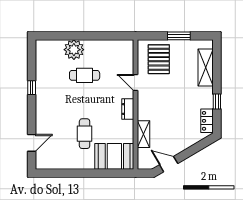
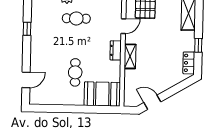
door: (136, 83) -> (123, 26), swing flipped
shelving: (143, 134) -> (130, 56), moved

